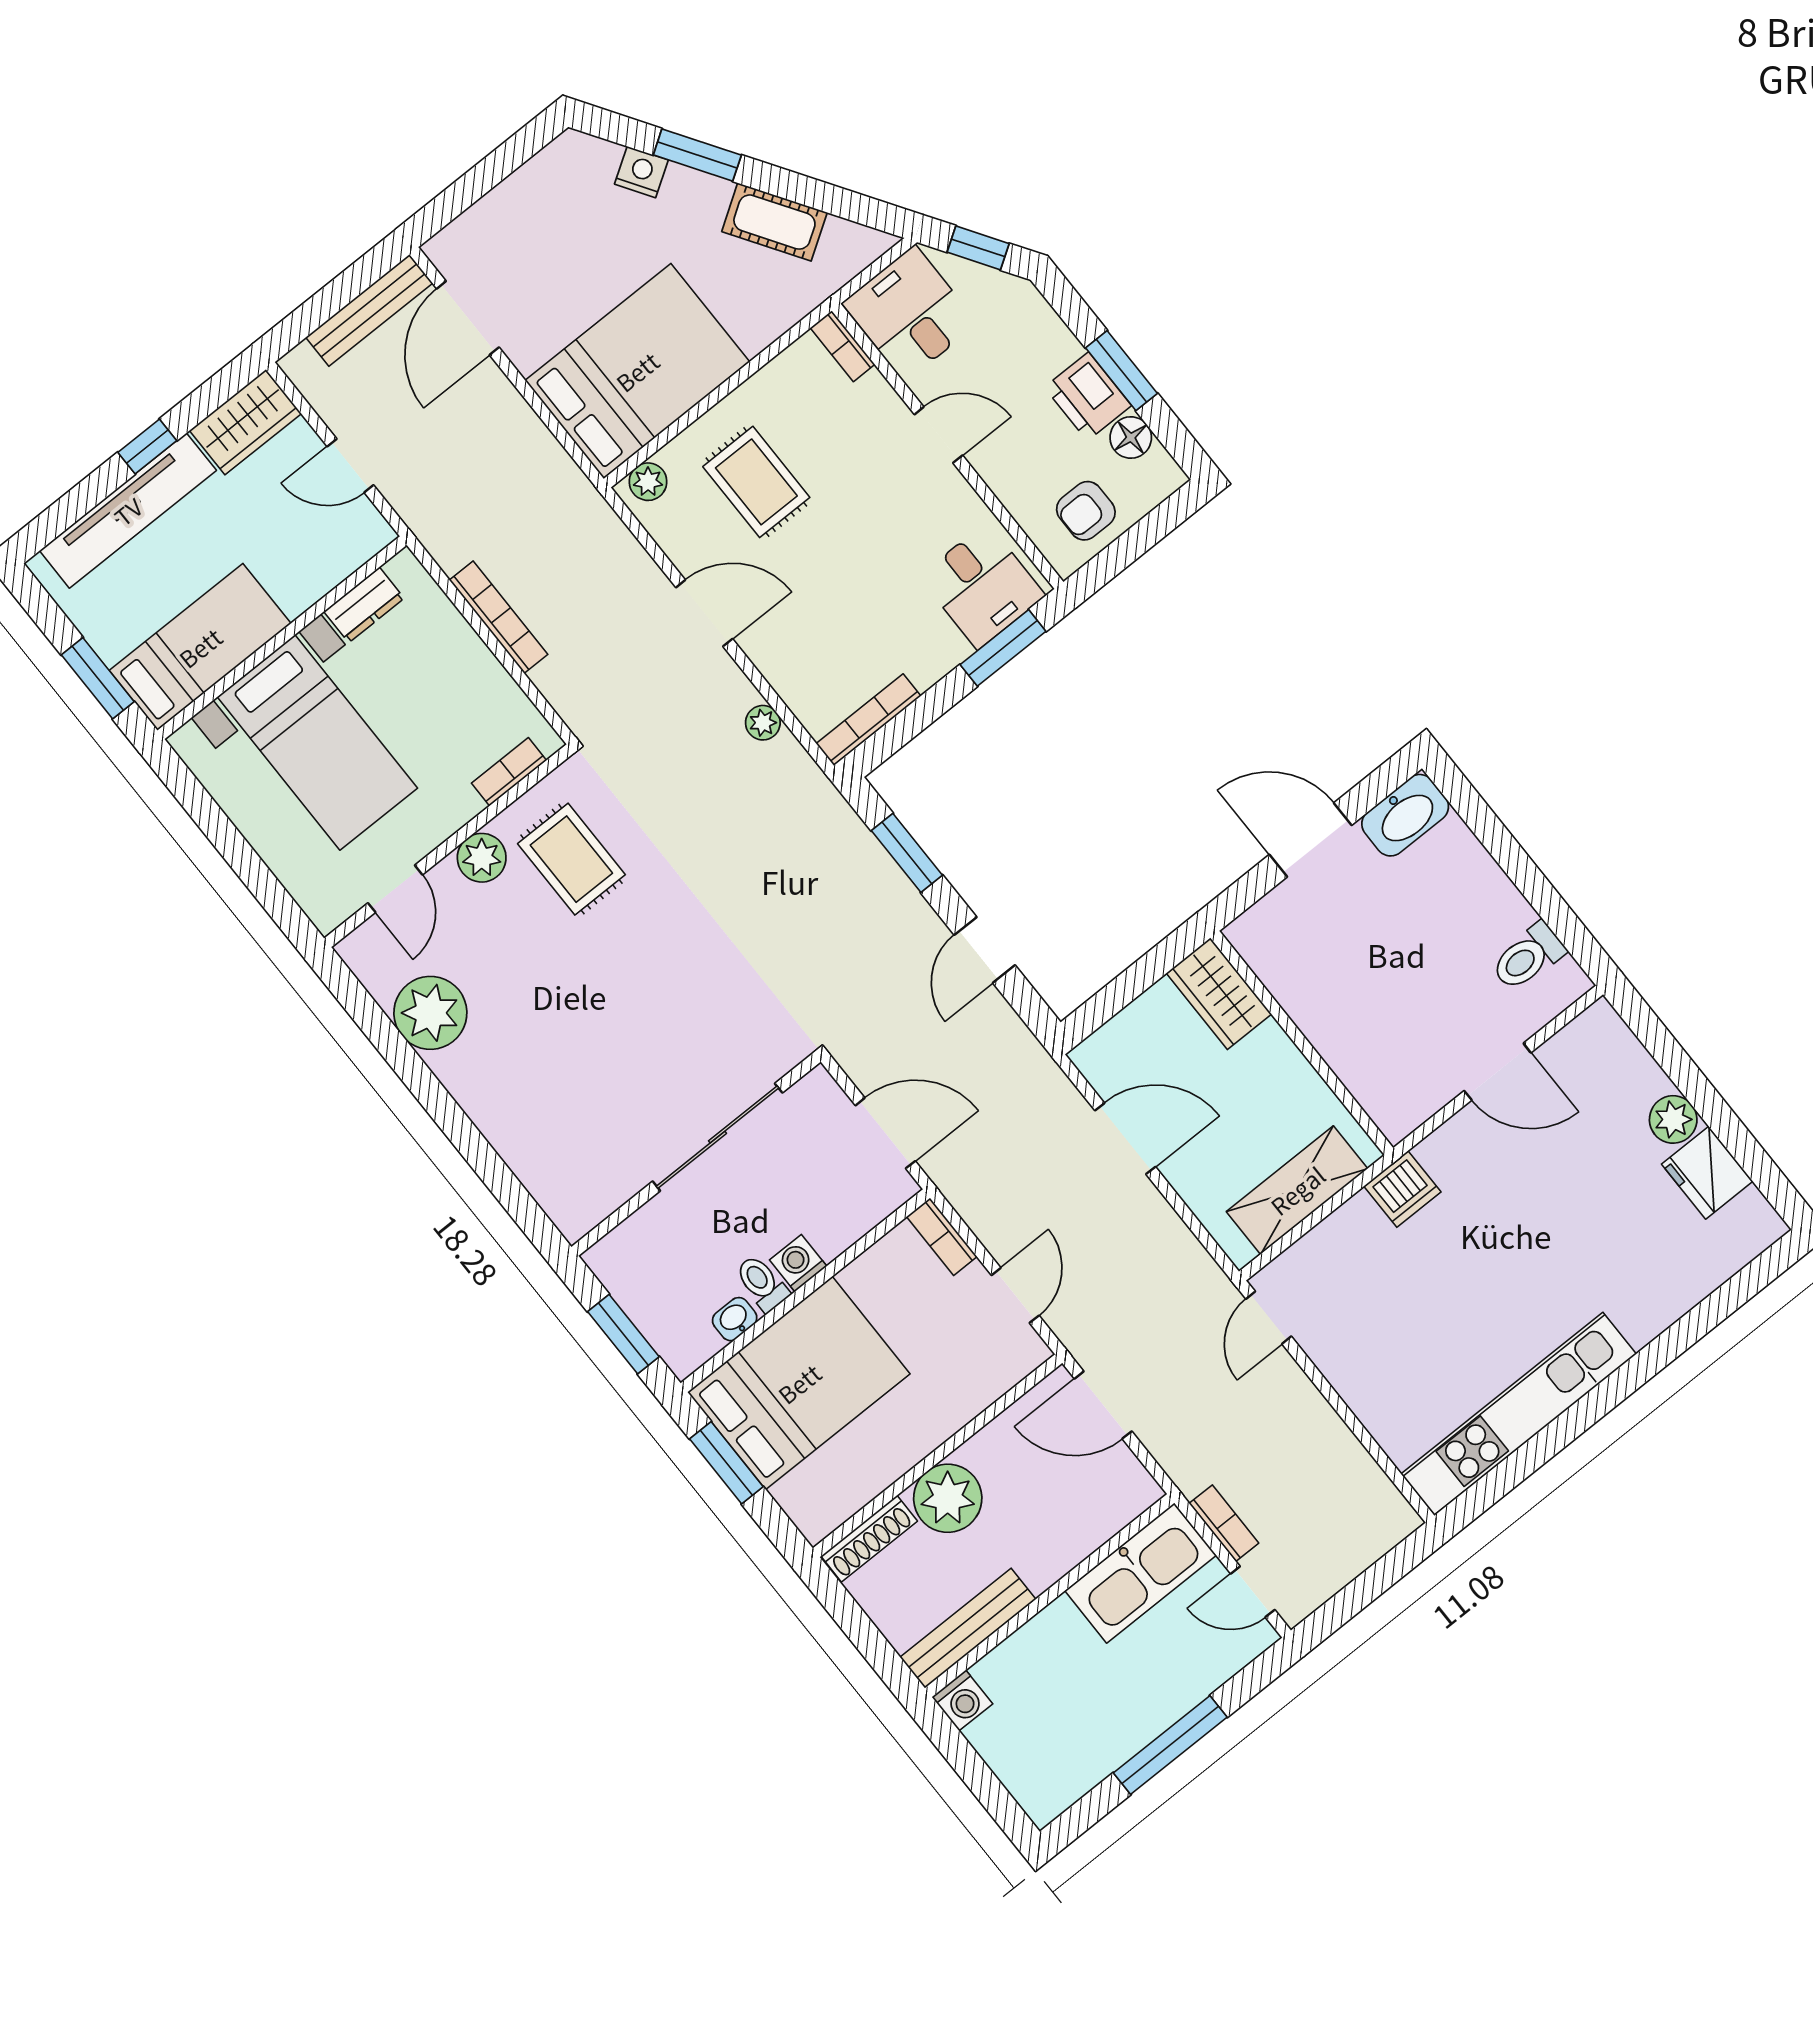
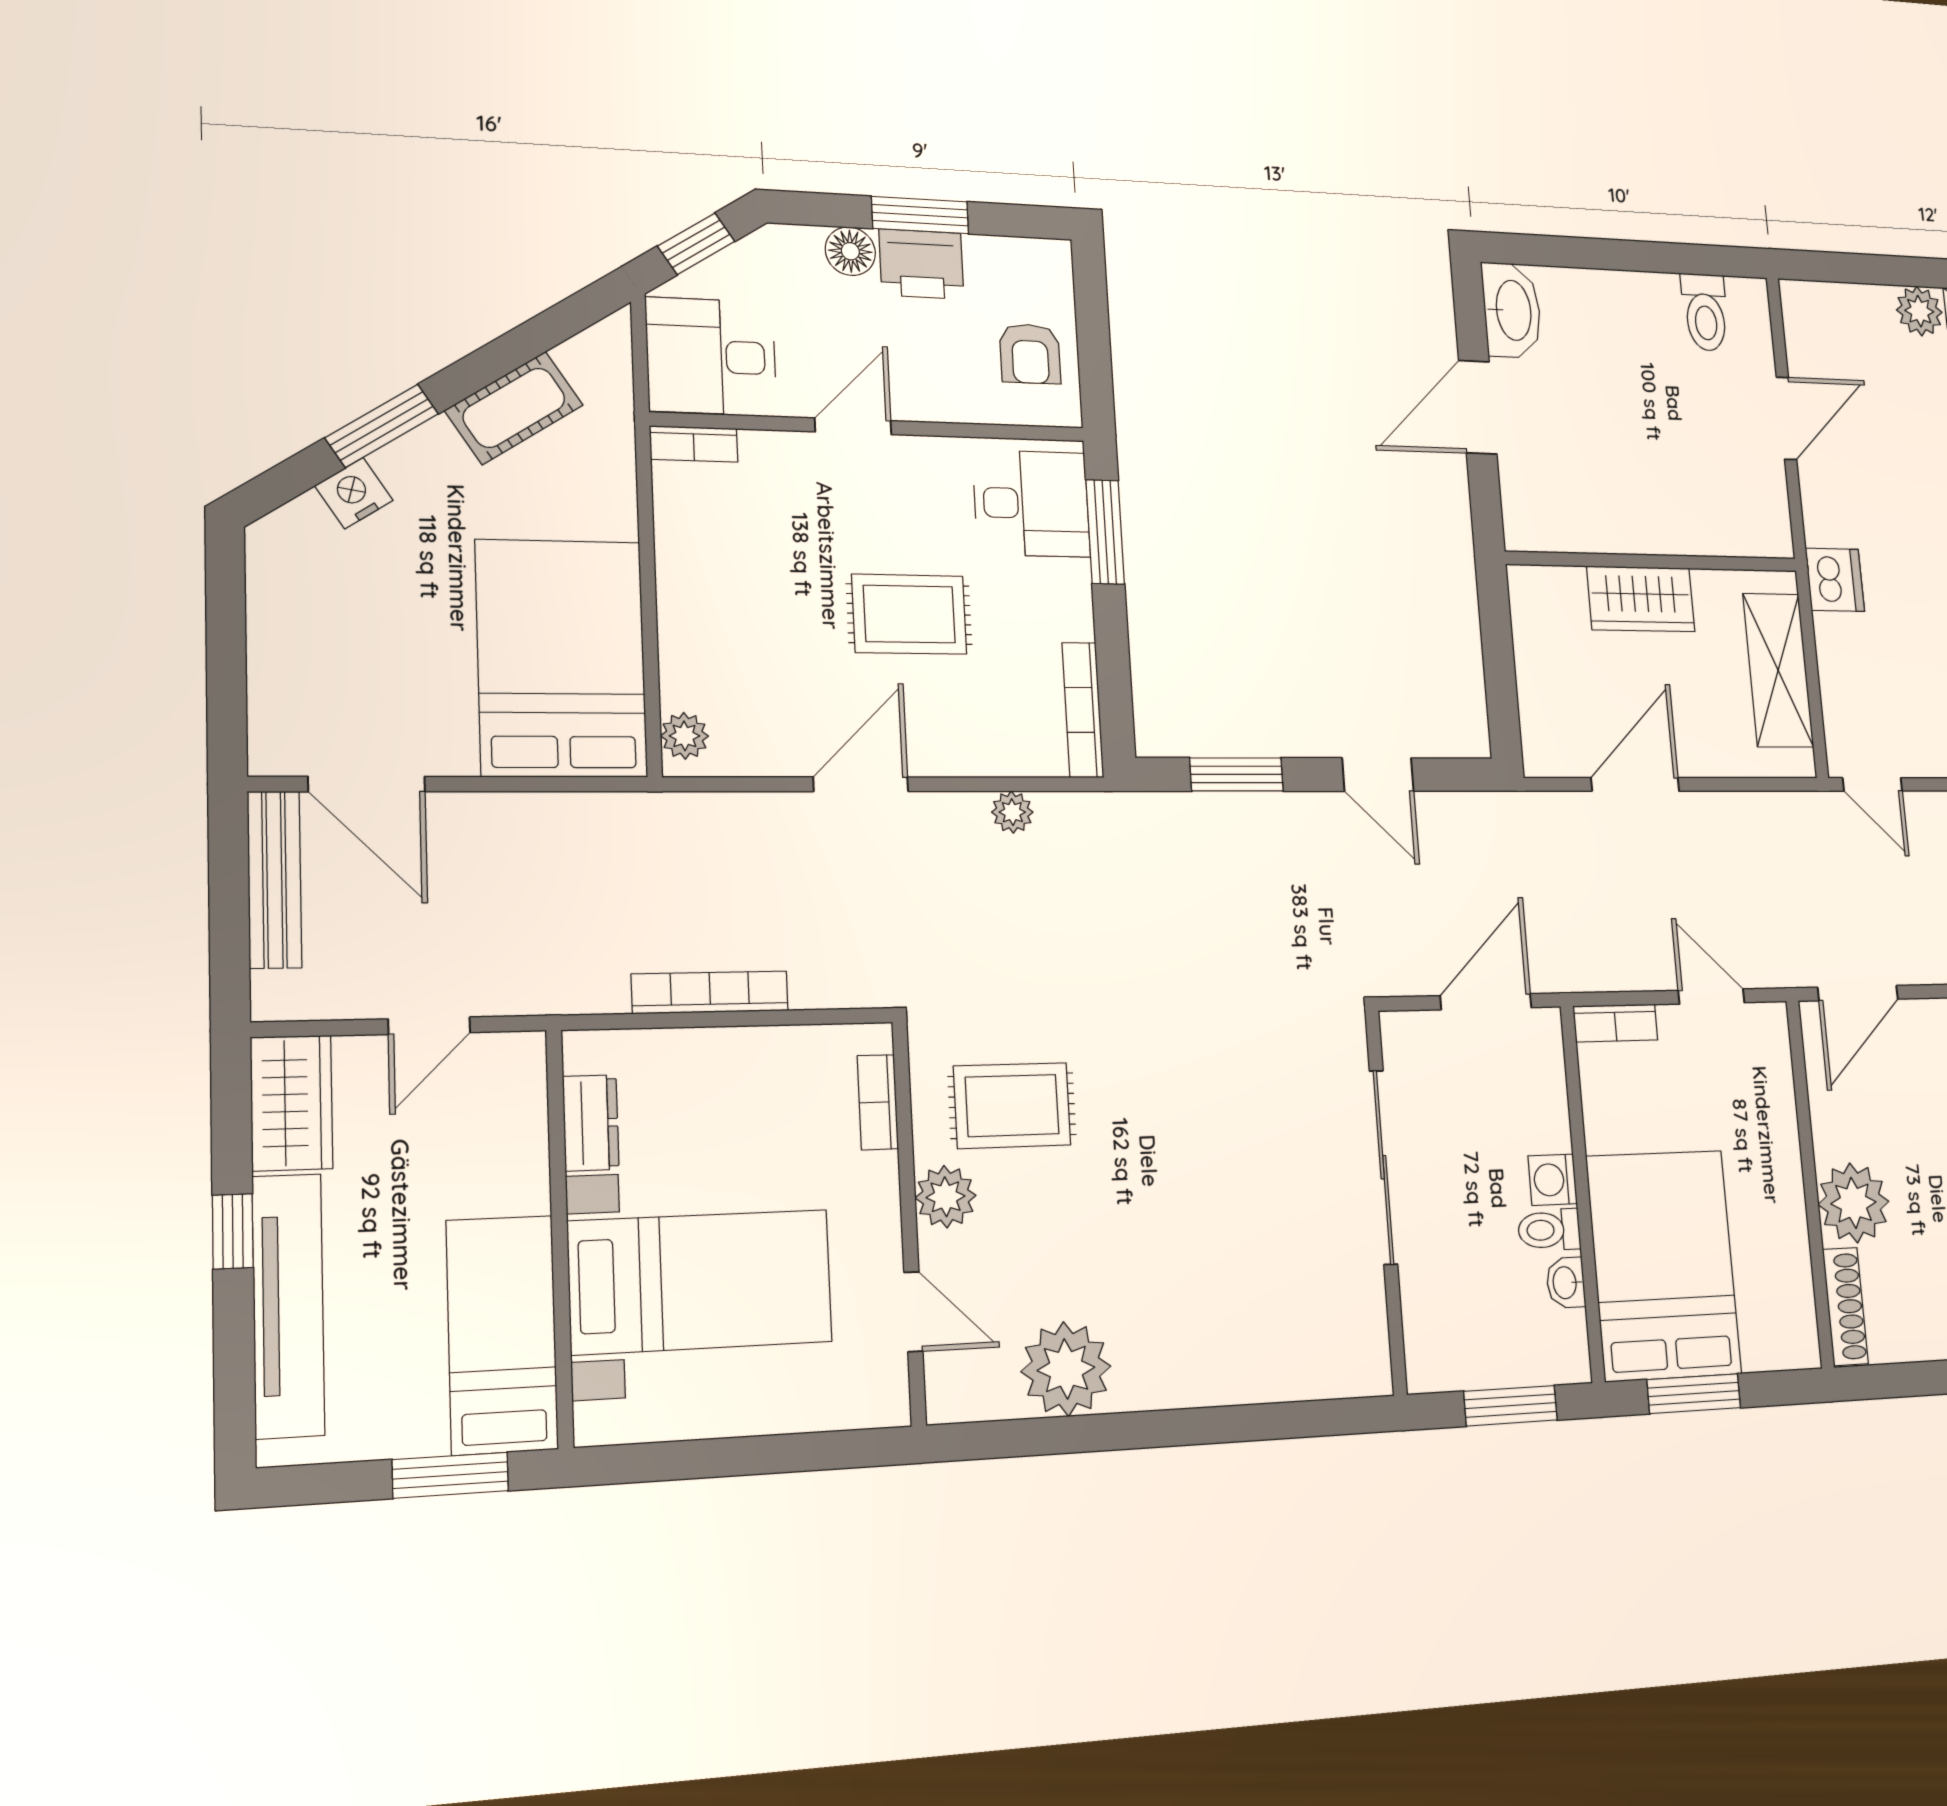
floor lamp: (1131, 438) -> (850, 251), moved
rug: (756, 482) -> (909, 614), moved
wardrobe: (1219, 994) -> (1641, 599), moved

